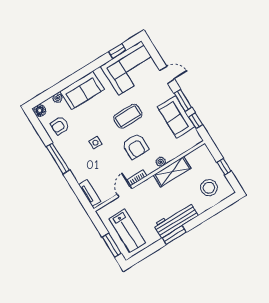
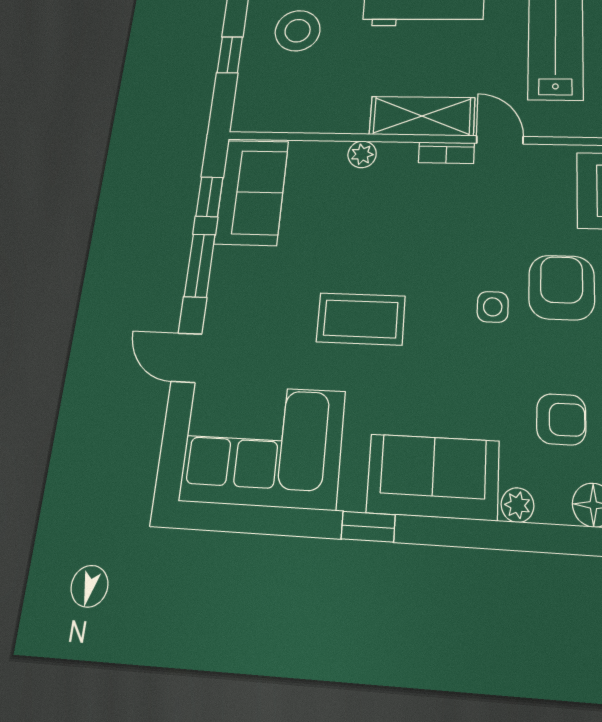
window: (117, 51) -> (368, 527), moved
sofa: (176, 117) -> (252, 192), moved
armchair: (135, 146) -> (562, 287), moved
shelving: (172, 172) -> (422, 116), moved
door: (125, 191) -> (500, 140), swing flipped

